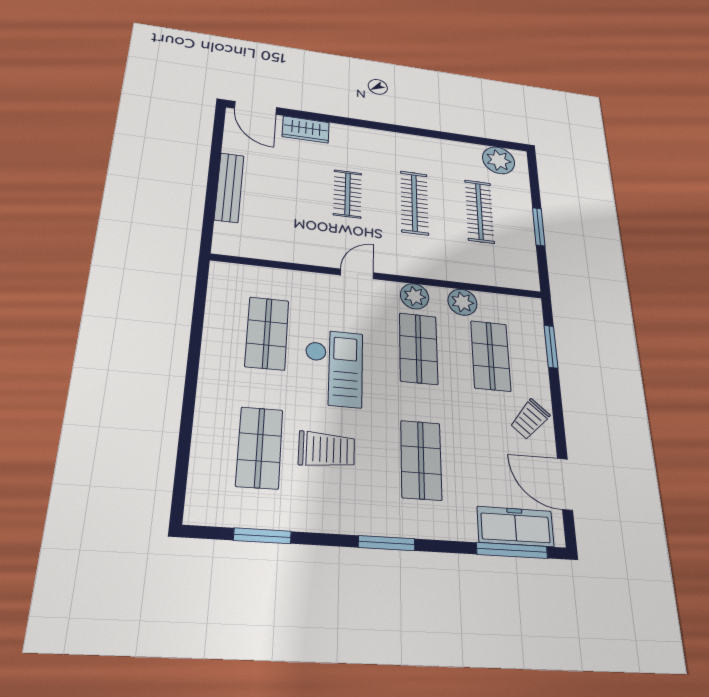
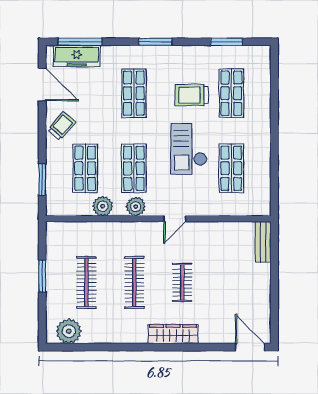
wardrobe: (306, 130) -> (173, 334), moved, width x1.50
bench: (229, 187) -> (263, 242), moved, width x0.73

